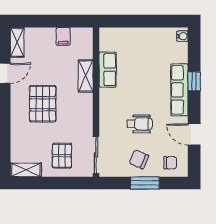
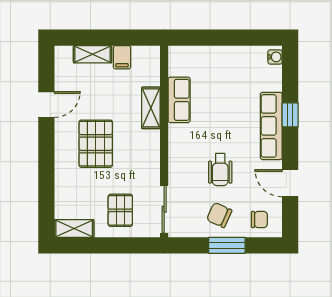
shelving: (17, 42) -> (93, 54), moved, turned 90
wheelchair: (140, 124) -> (220, 170), turned 90

